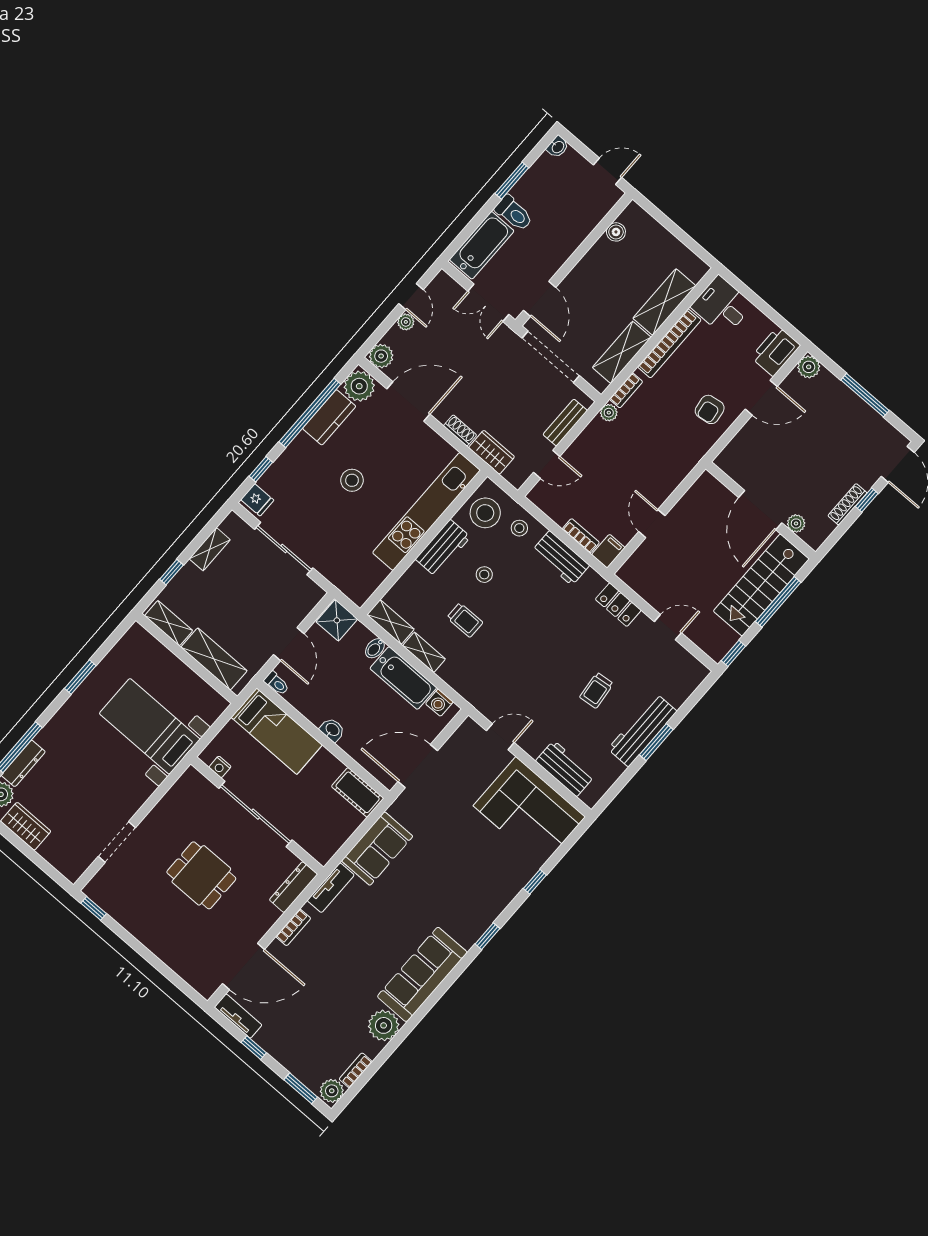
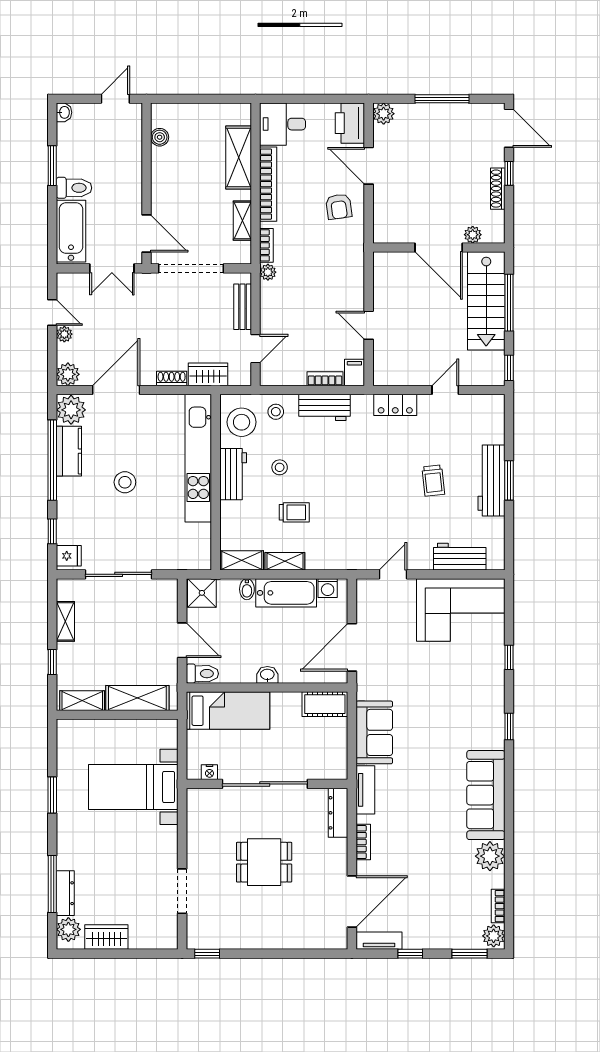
shelving: (622, 352) -> (242, 221), width x0.67, depth x0.75
door: (761, 398) -> (369, 166), swing flipped
toilet: (277, 683) -> (202, 674), width x1.37, depth x1.39

